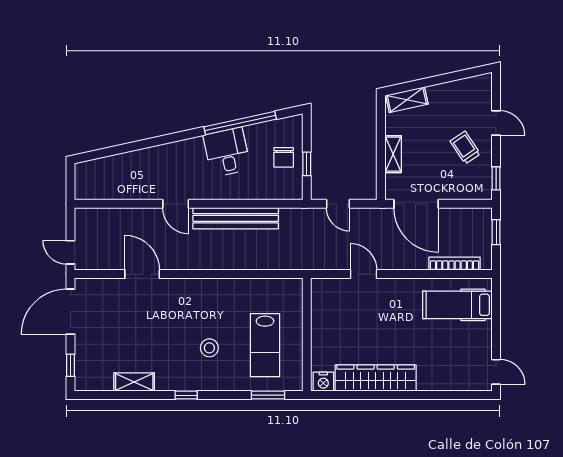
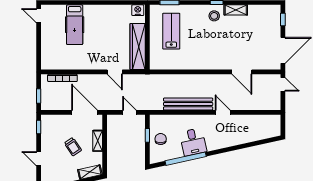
trolley: (465, 148) -> (73, 147), moved
hospital bed: (457, 305) -> (75, 25), moved, turned 90
stool: (209, 348) -> (214, 16), moved
wardrobe: (376, 378) -> (138, 47), moved, turned 90
shelving: (134, 382) -> (236, 10), moved

